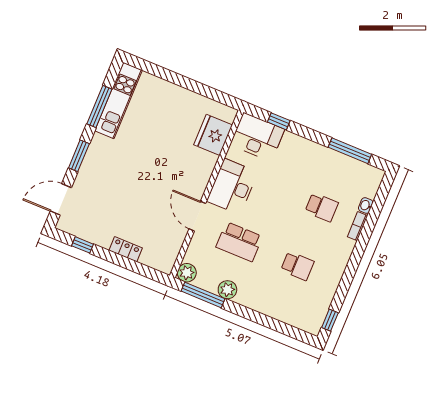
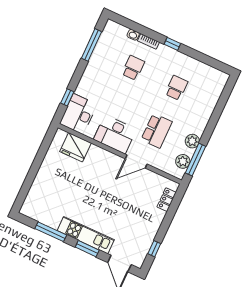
kitchen unit: (119, 100) -> (86, 235), moved
locker: (126, 249) -> (167, 200), moved
plant: (187, 273) -> (183, 161), moved
window: (330, 320) -> (172, 44), moved

